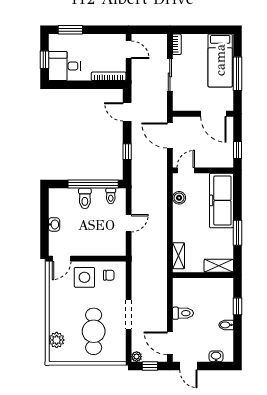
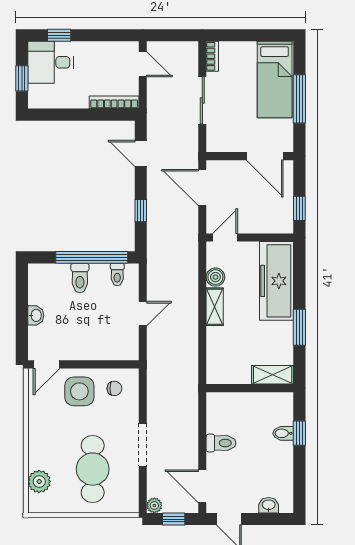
window: (70, 30) -> (59, 35), width x0.67
desk: (64, 66) -> (51, 62), moved
shelving: (179, 256) -> (215, 307), moved
bidet: (226, 325) -> (283, 433), moved

